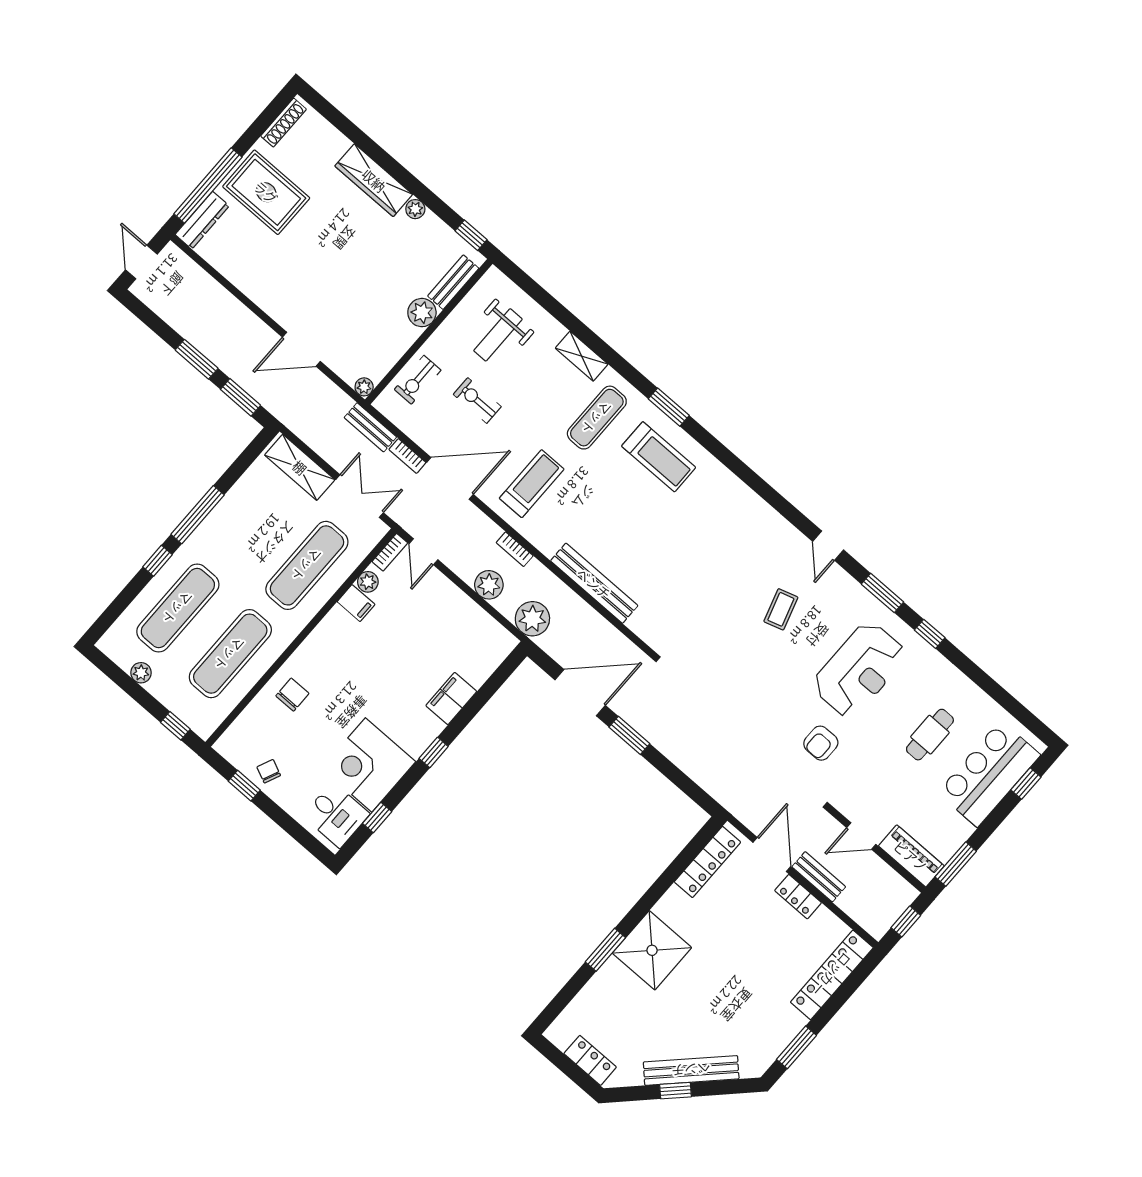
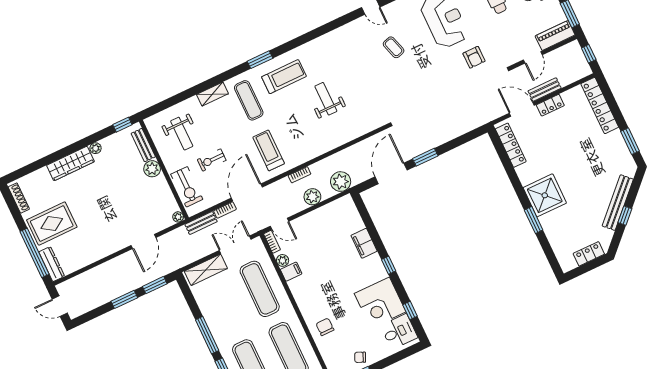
exercise bike: (418, 380) -> (187, 187), width x1.38, depth x1.39
weight bench: (653, 538) -> (326, 99), added
bench: (594, 583) -> (336, 140), removed

